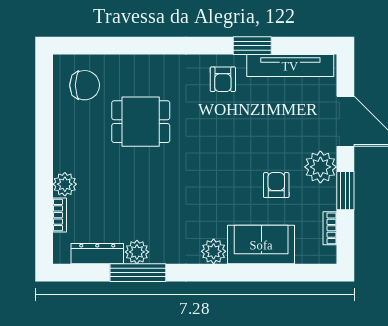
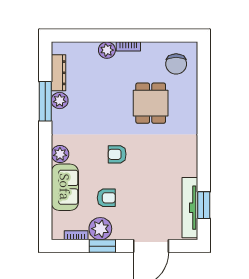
window: (252, 46) -> (204, 205), moved
armchair: (223, 79) -> (117, 154), moved
plant: (320, 167) -> (100, 229), moved
bookcase: (60, 215) -> (128, 46), moved

